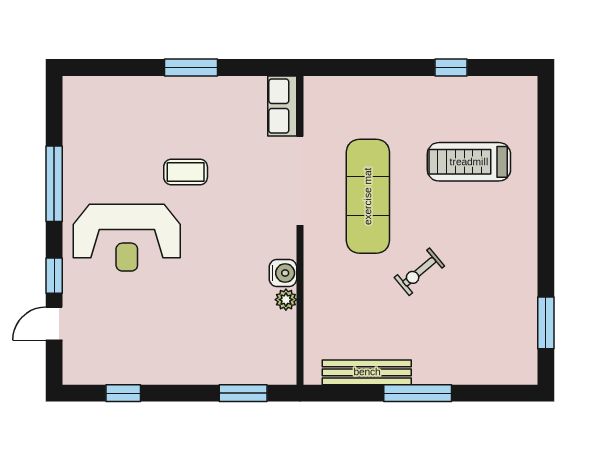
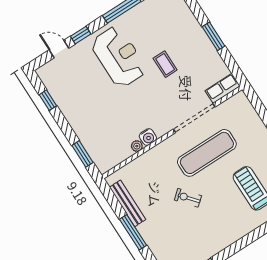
reception desk: (127, 238) -> (119, 57), turned 180

